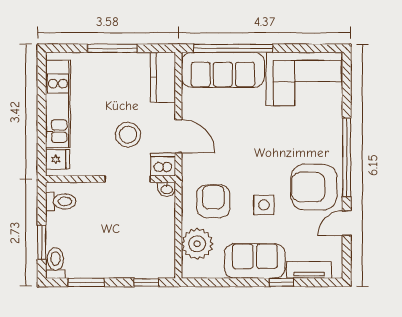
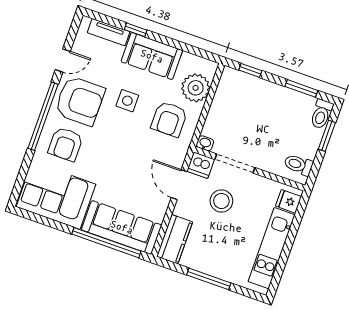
armchair: (313, 136) -> (66, 144), added

